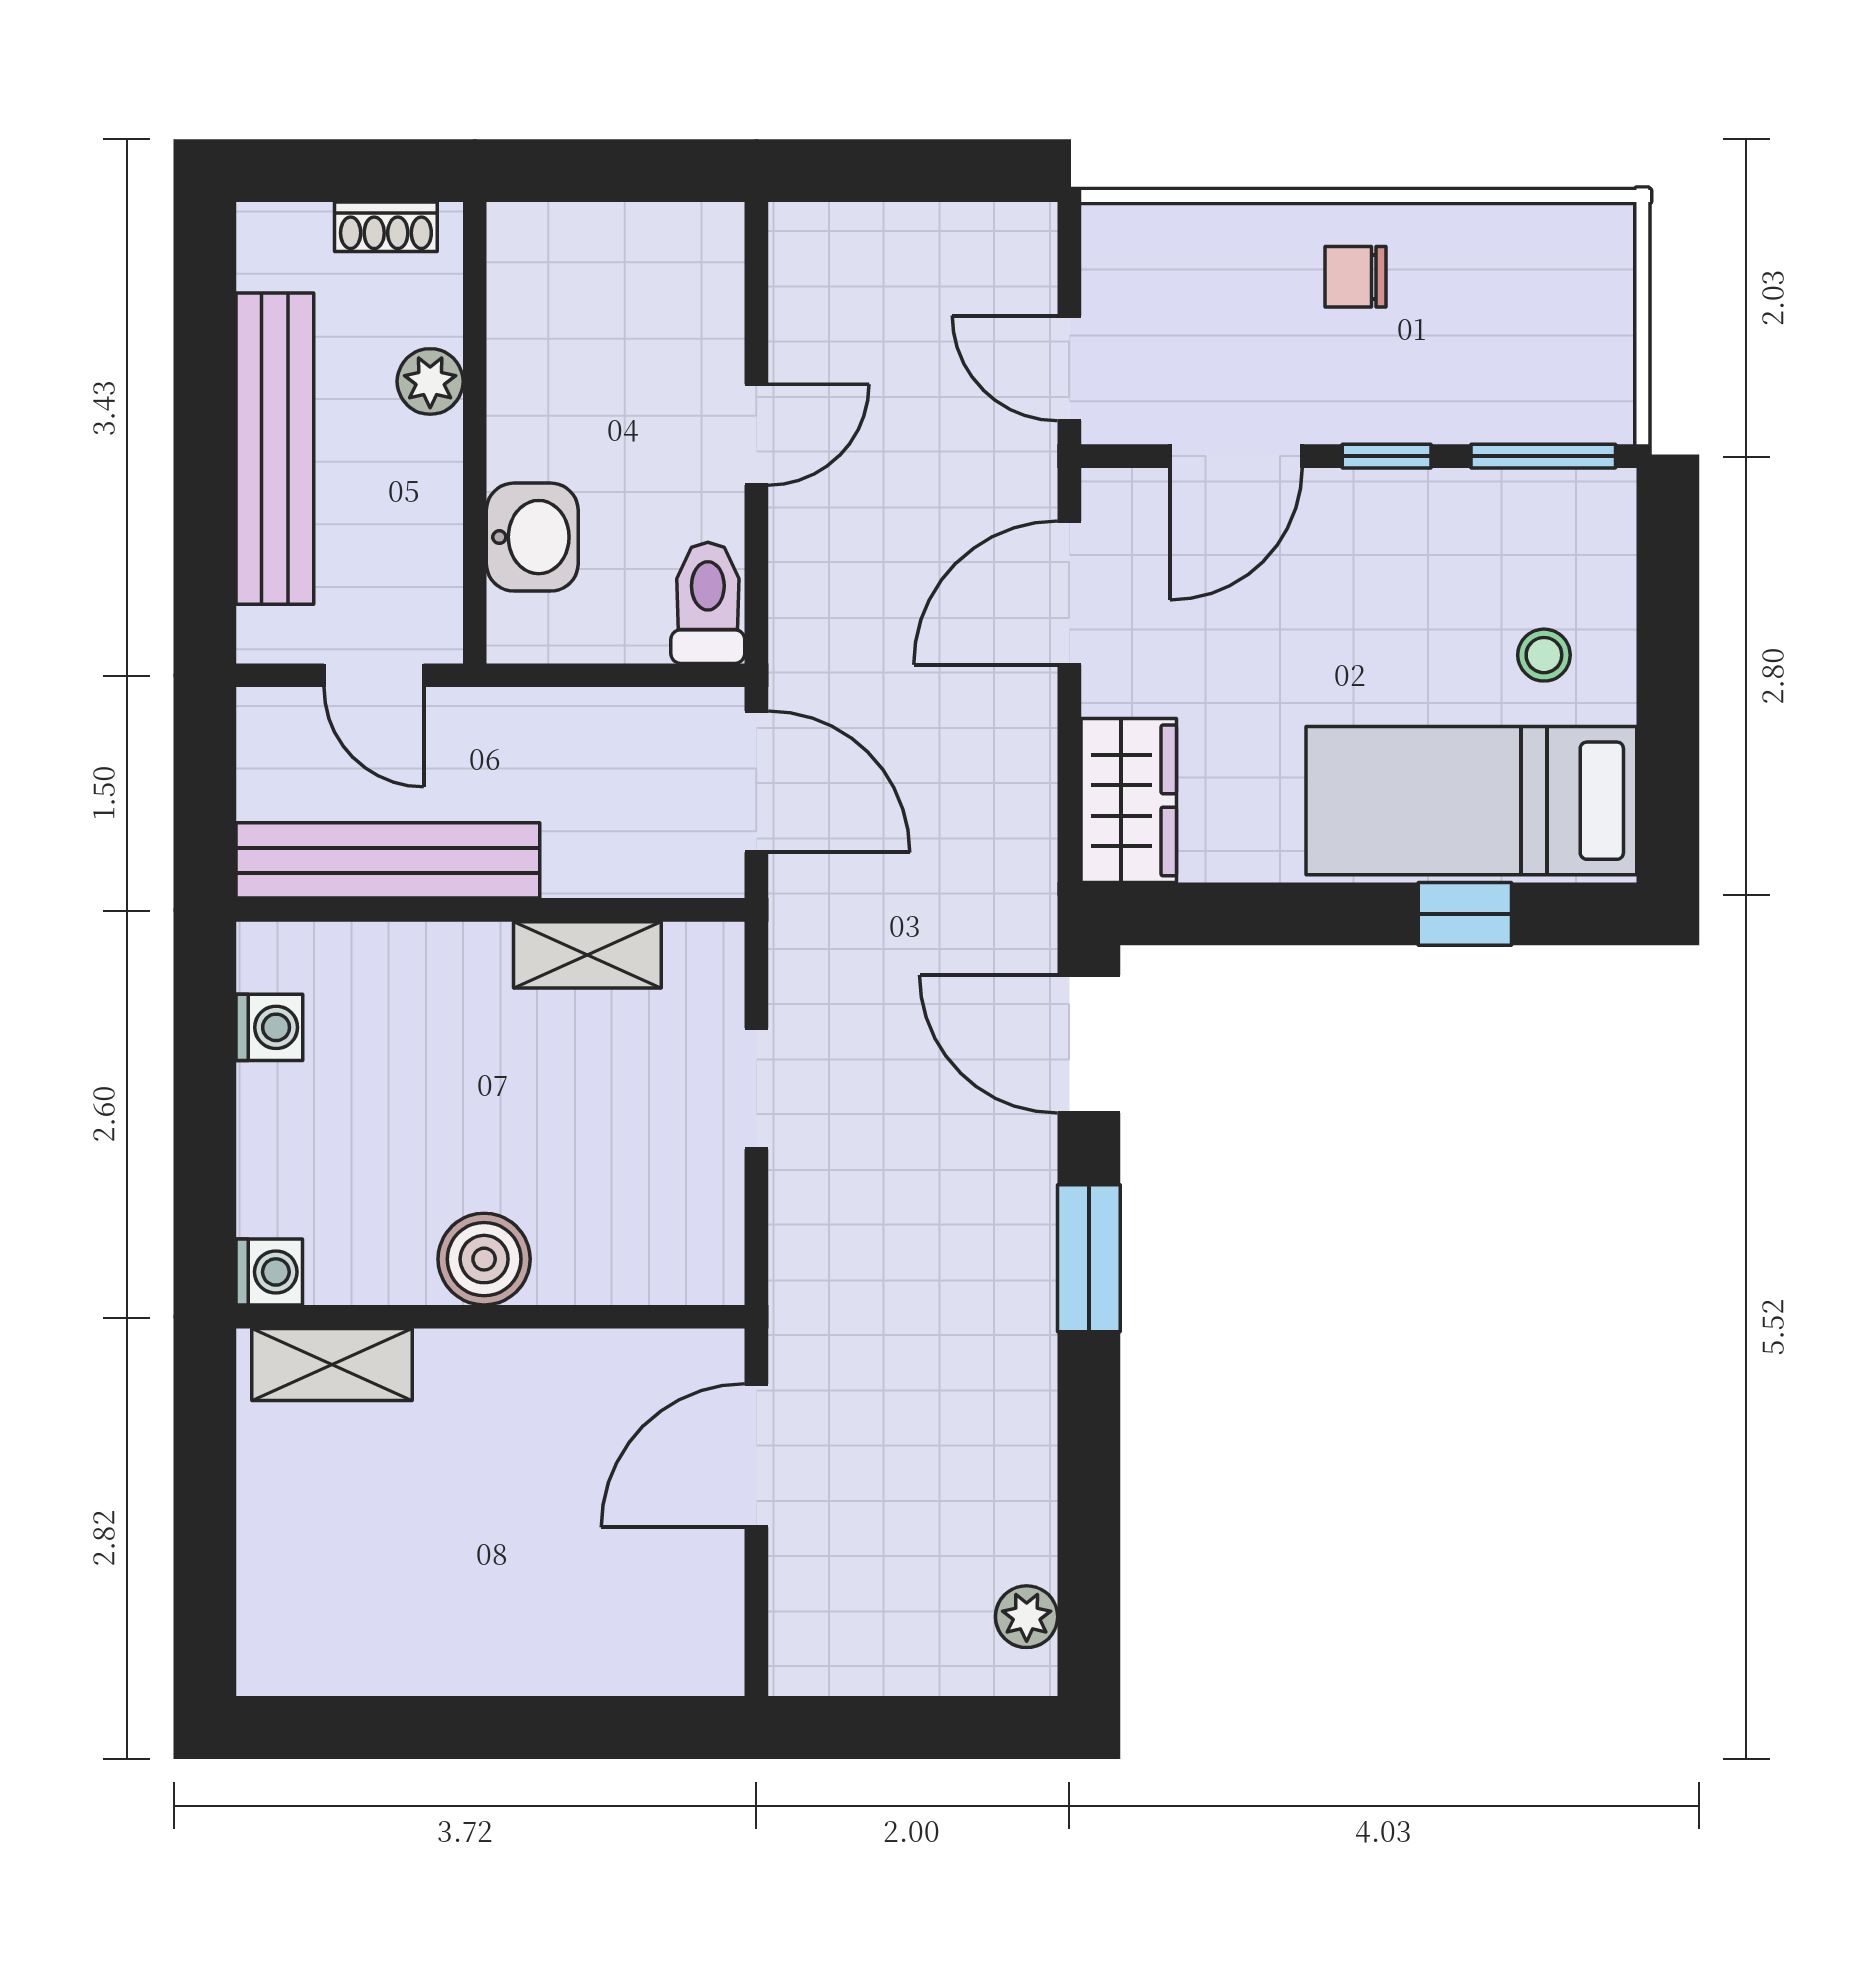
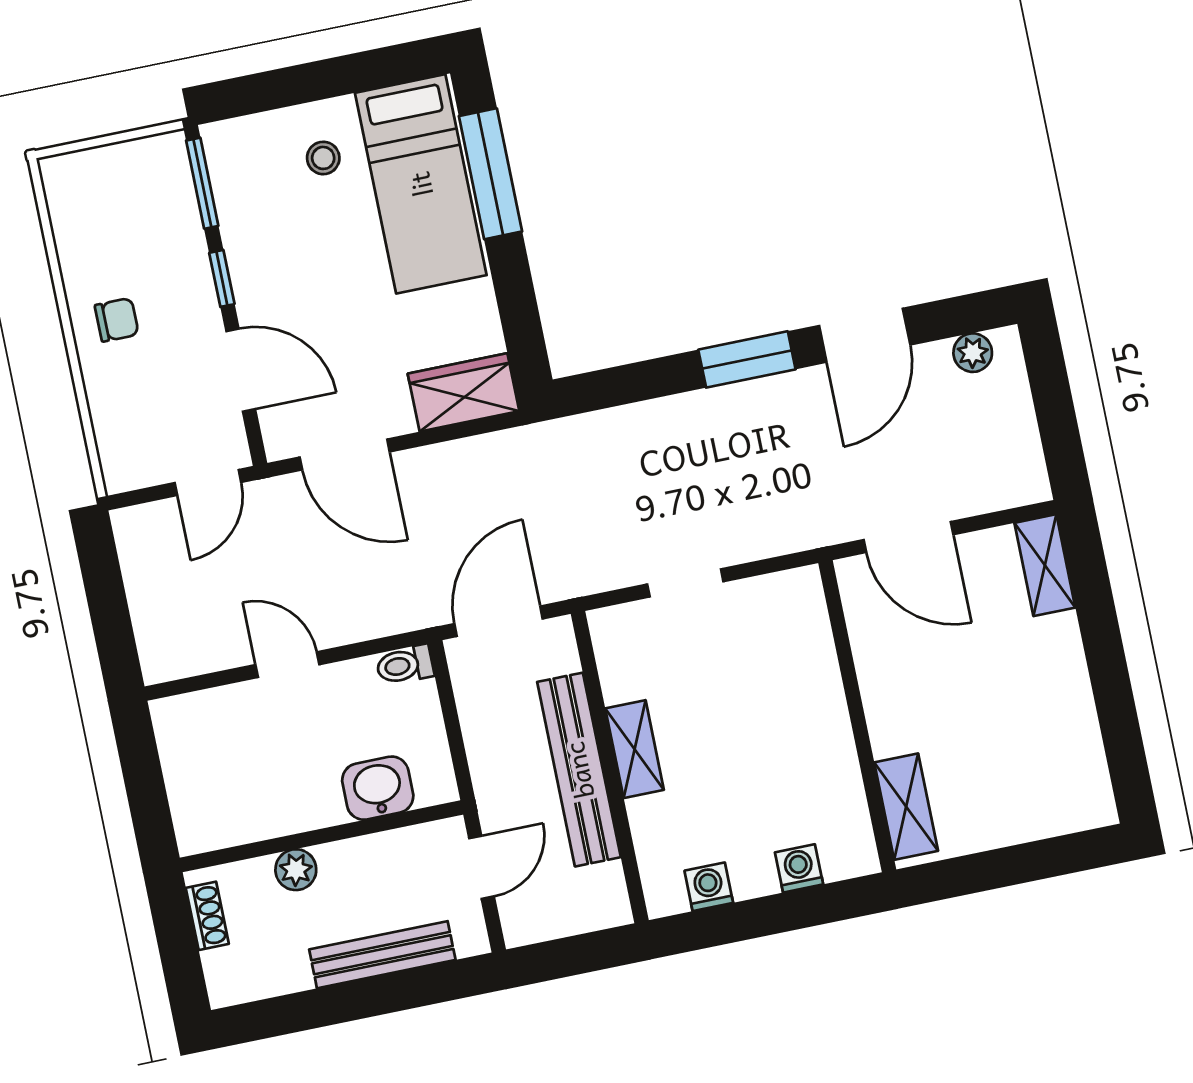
chair: (1356, 277) -> (117, 320), turned -90
bench: (275, 449) -> (382, 955), width x0.73, depth x0.82
toilet: (708, 603) -> (405, 665), width x0.73, depth x0.72
bench: (388, 860) -> (579, 770), moved
window: (1465, 914) -> (490, 174), width x2.17
shelving: (587, 955) -> (635, 749), moved
door: (1089, 1044) -> (865, 335), moved
boiler: (484, 1259) -> (823, 727), removed
washing machine: (269, 1272) -> (799, 868), moved
shelving: (668, 1662) -> (1045, 565), added

